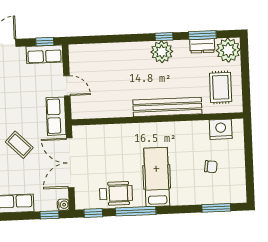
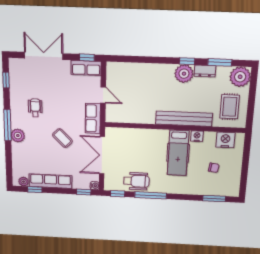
dresser: (202, 46) -> (205, 71), moved
nightstand: (186, 128) -> (197, 136), added
hospital bed: (157, 177) -> (178, 153), moved, turned 180

